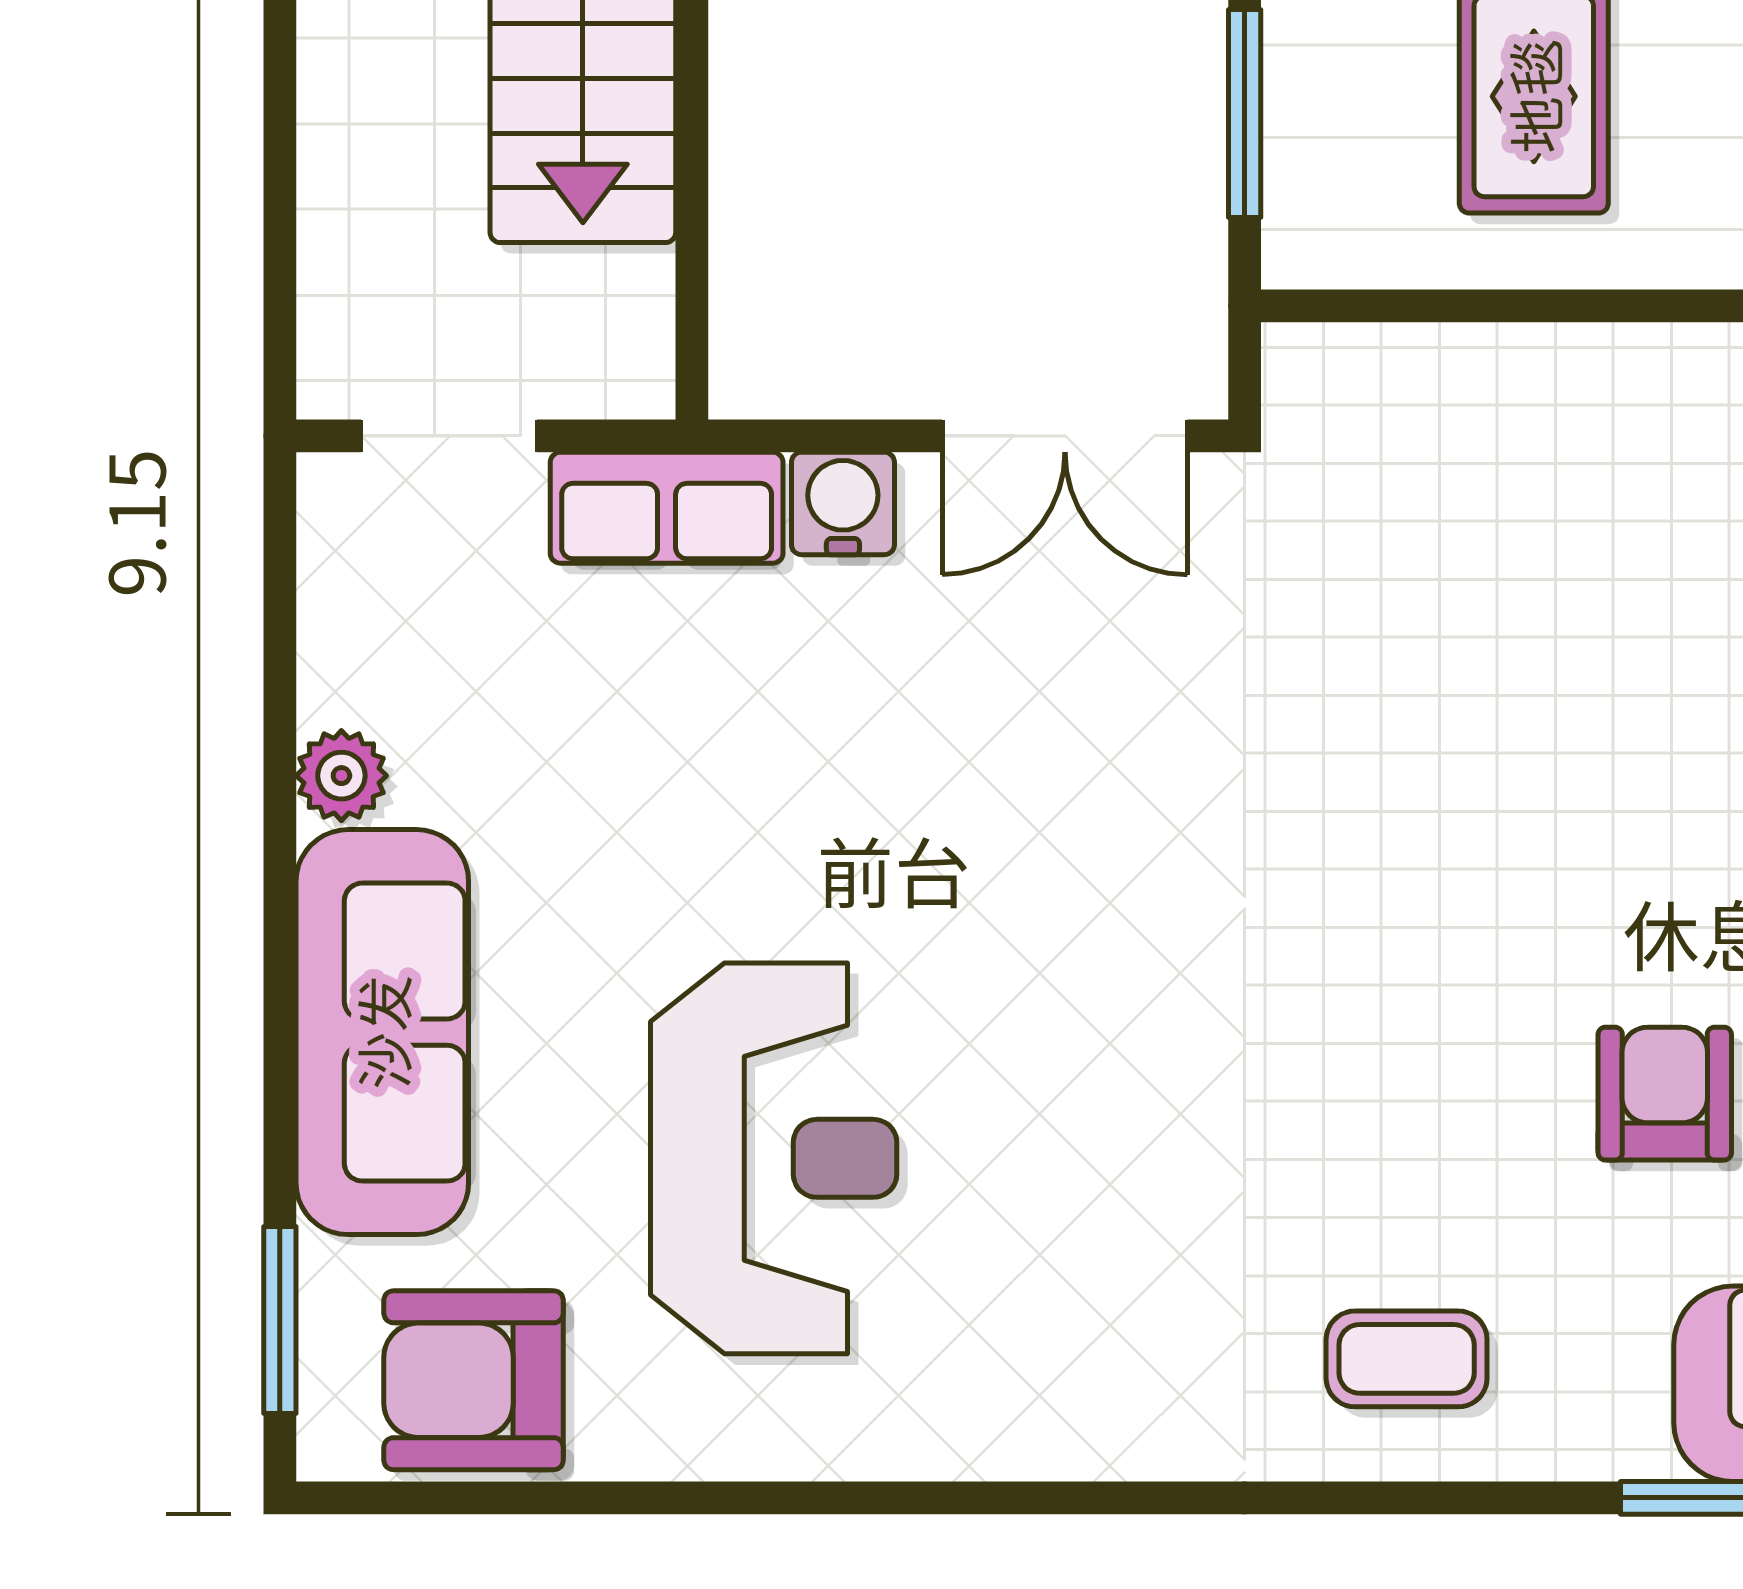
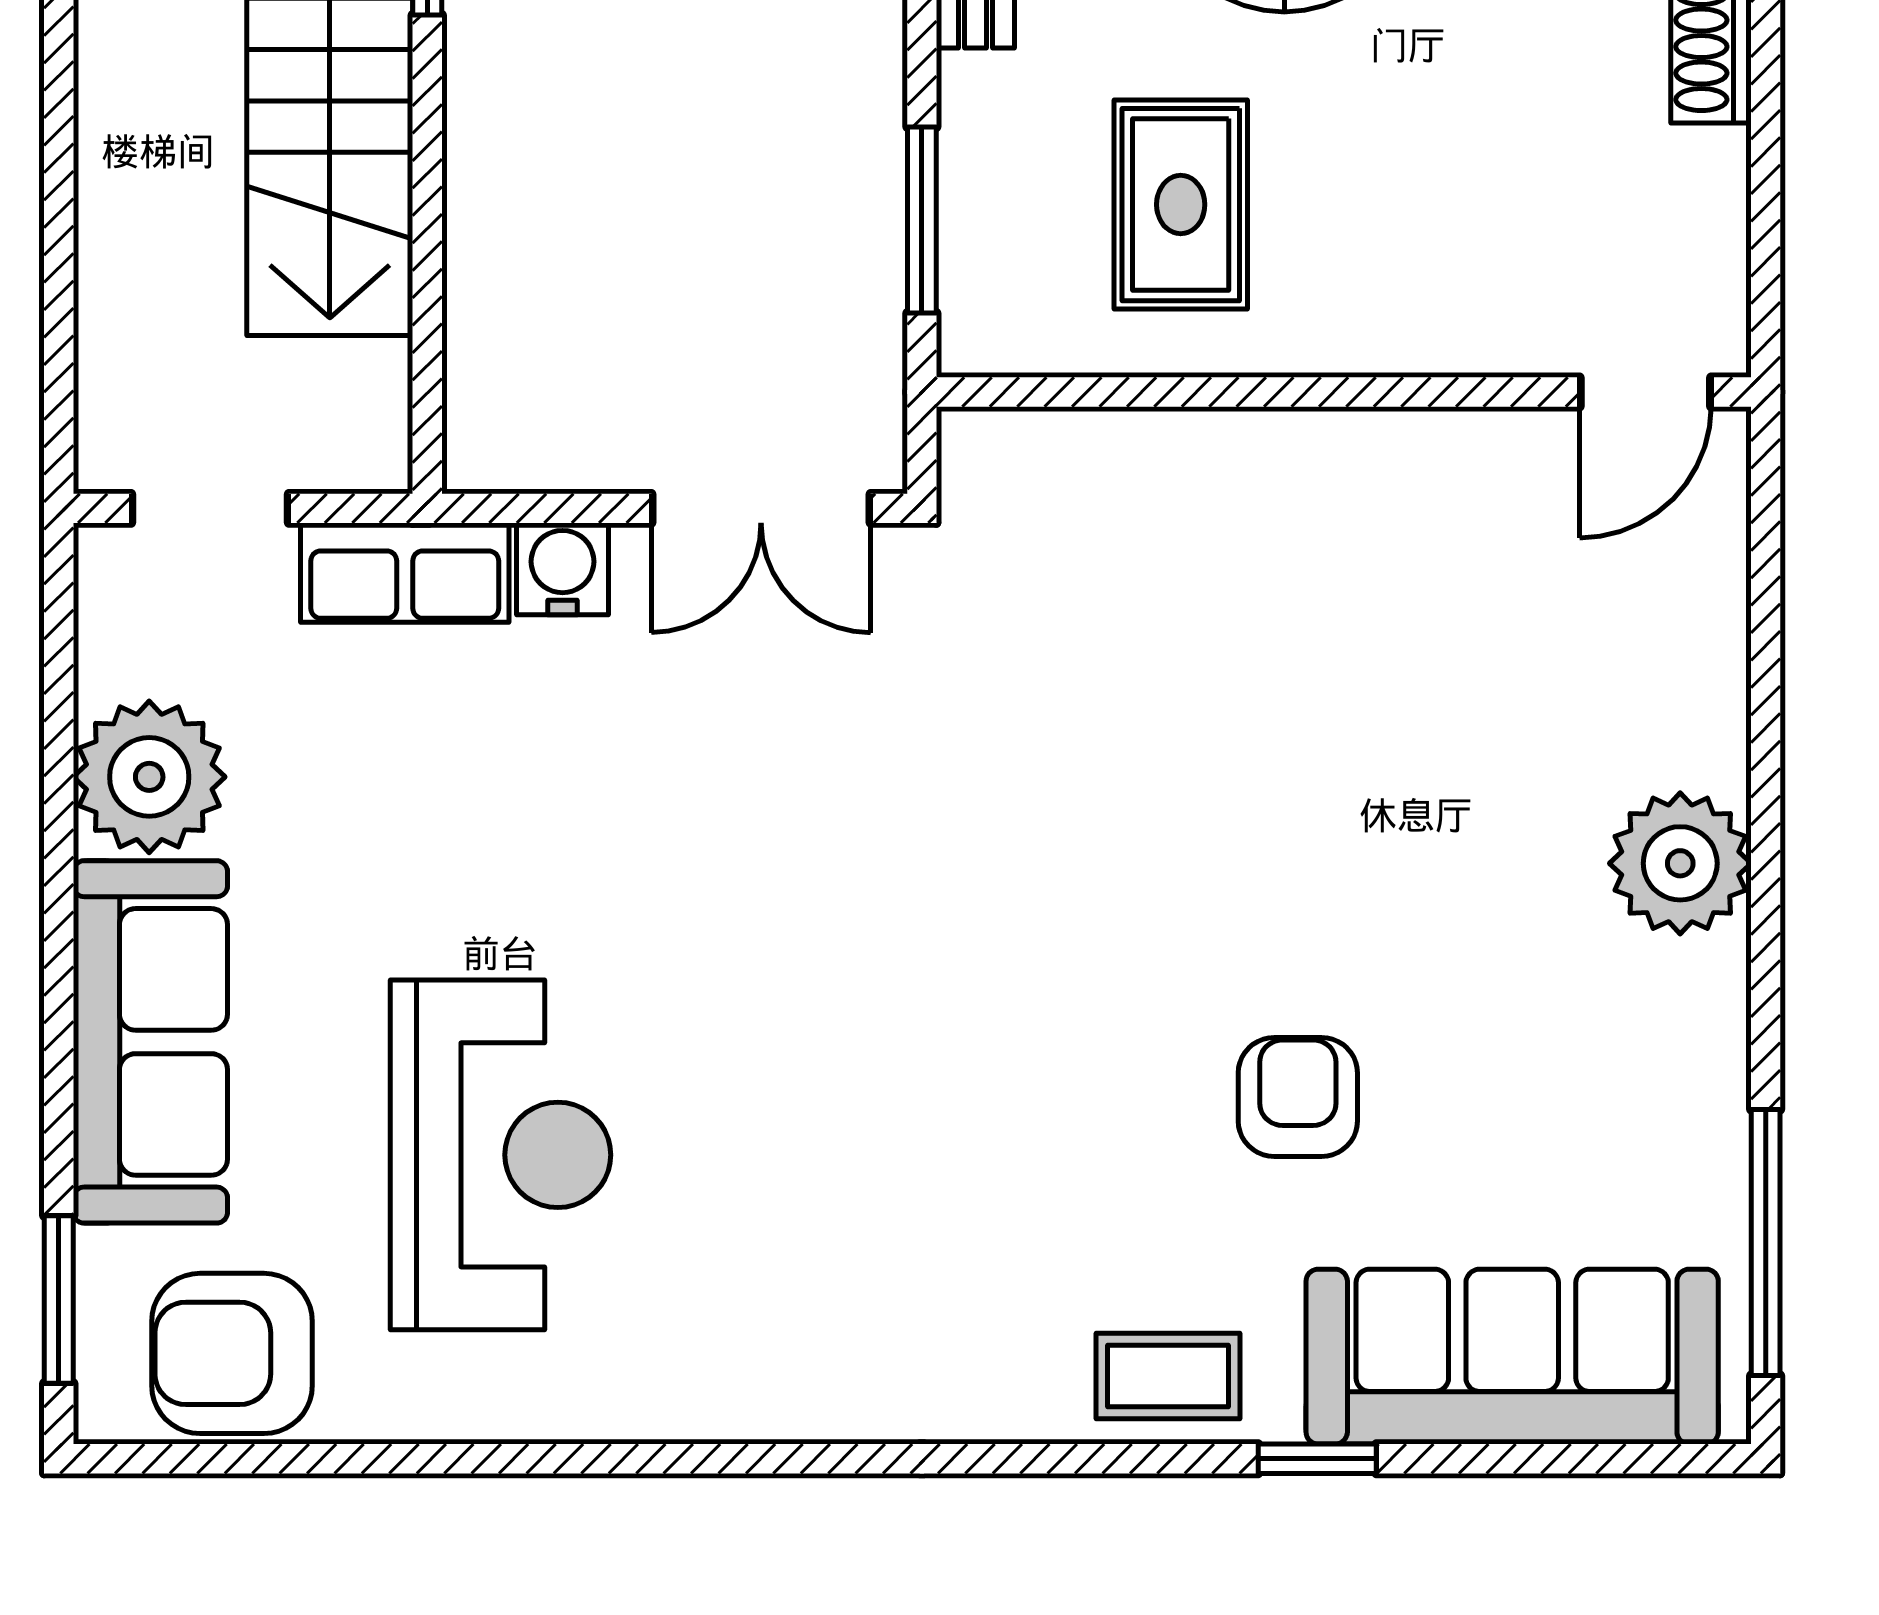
plant: (341, 776) -> (149, 777), width x1.87, depth x1.87
coffee table: (1407, 1359) -> (1168, 1376), moved

